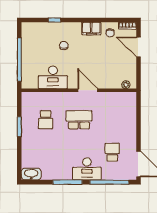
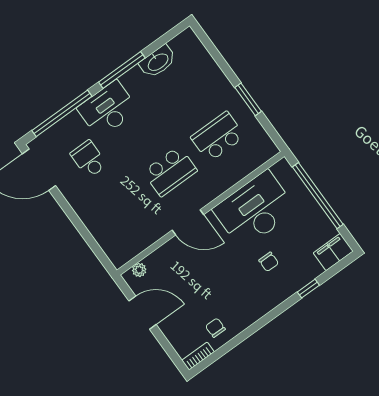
filing cabinet: (91, 29) -> (333, 252), moved
door: (138, 47) -> (143, 313), moved
desk: (53, 77) -> (255, 210), width x1.36, depth x1.30
school desk: (46, 120) -> (218, 137), width x1.85
school desk: (112, 152) -> (89, 159), turned 180
washbasin: (31, 174) -> (158, 62), moved

